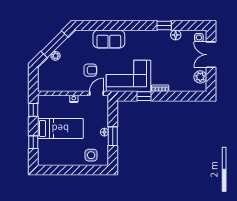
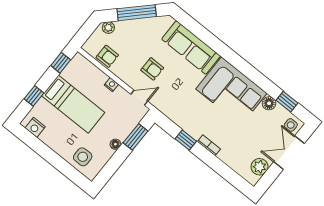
window: (164, 25) -> (287, 102), moved
sofa: (109, 39) -> (191, 48), width x1.36
plant: (56, 56) -> (108, 28), moved
corner sofa: (129, 76) -> (231, 91), moved, turned 180
armchair: (58, 84) -> (107, 56), added
window: (113, 136) -> (136, 137), moved
nightstand: (49, 160) -> (35, 127), added

